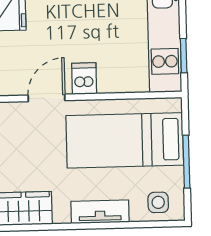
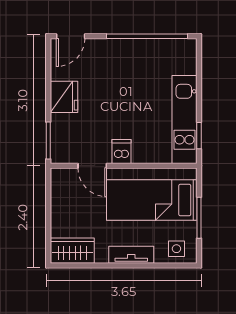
door: (47, 98) -> (92, 166), swing flipped

